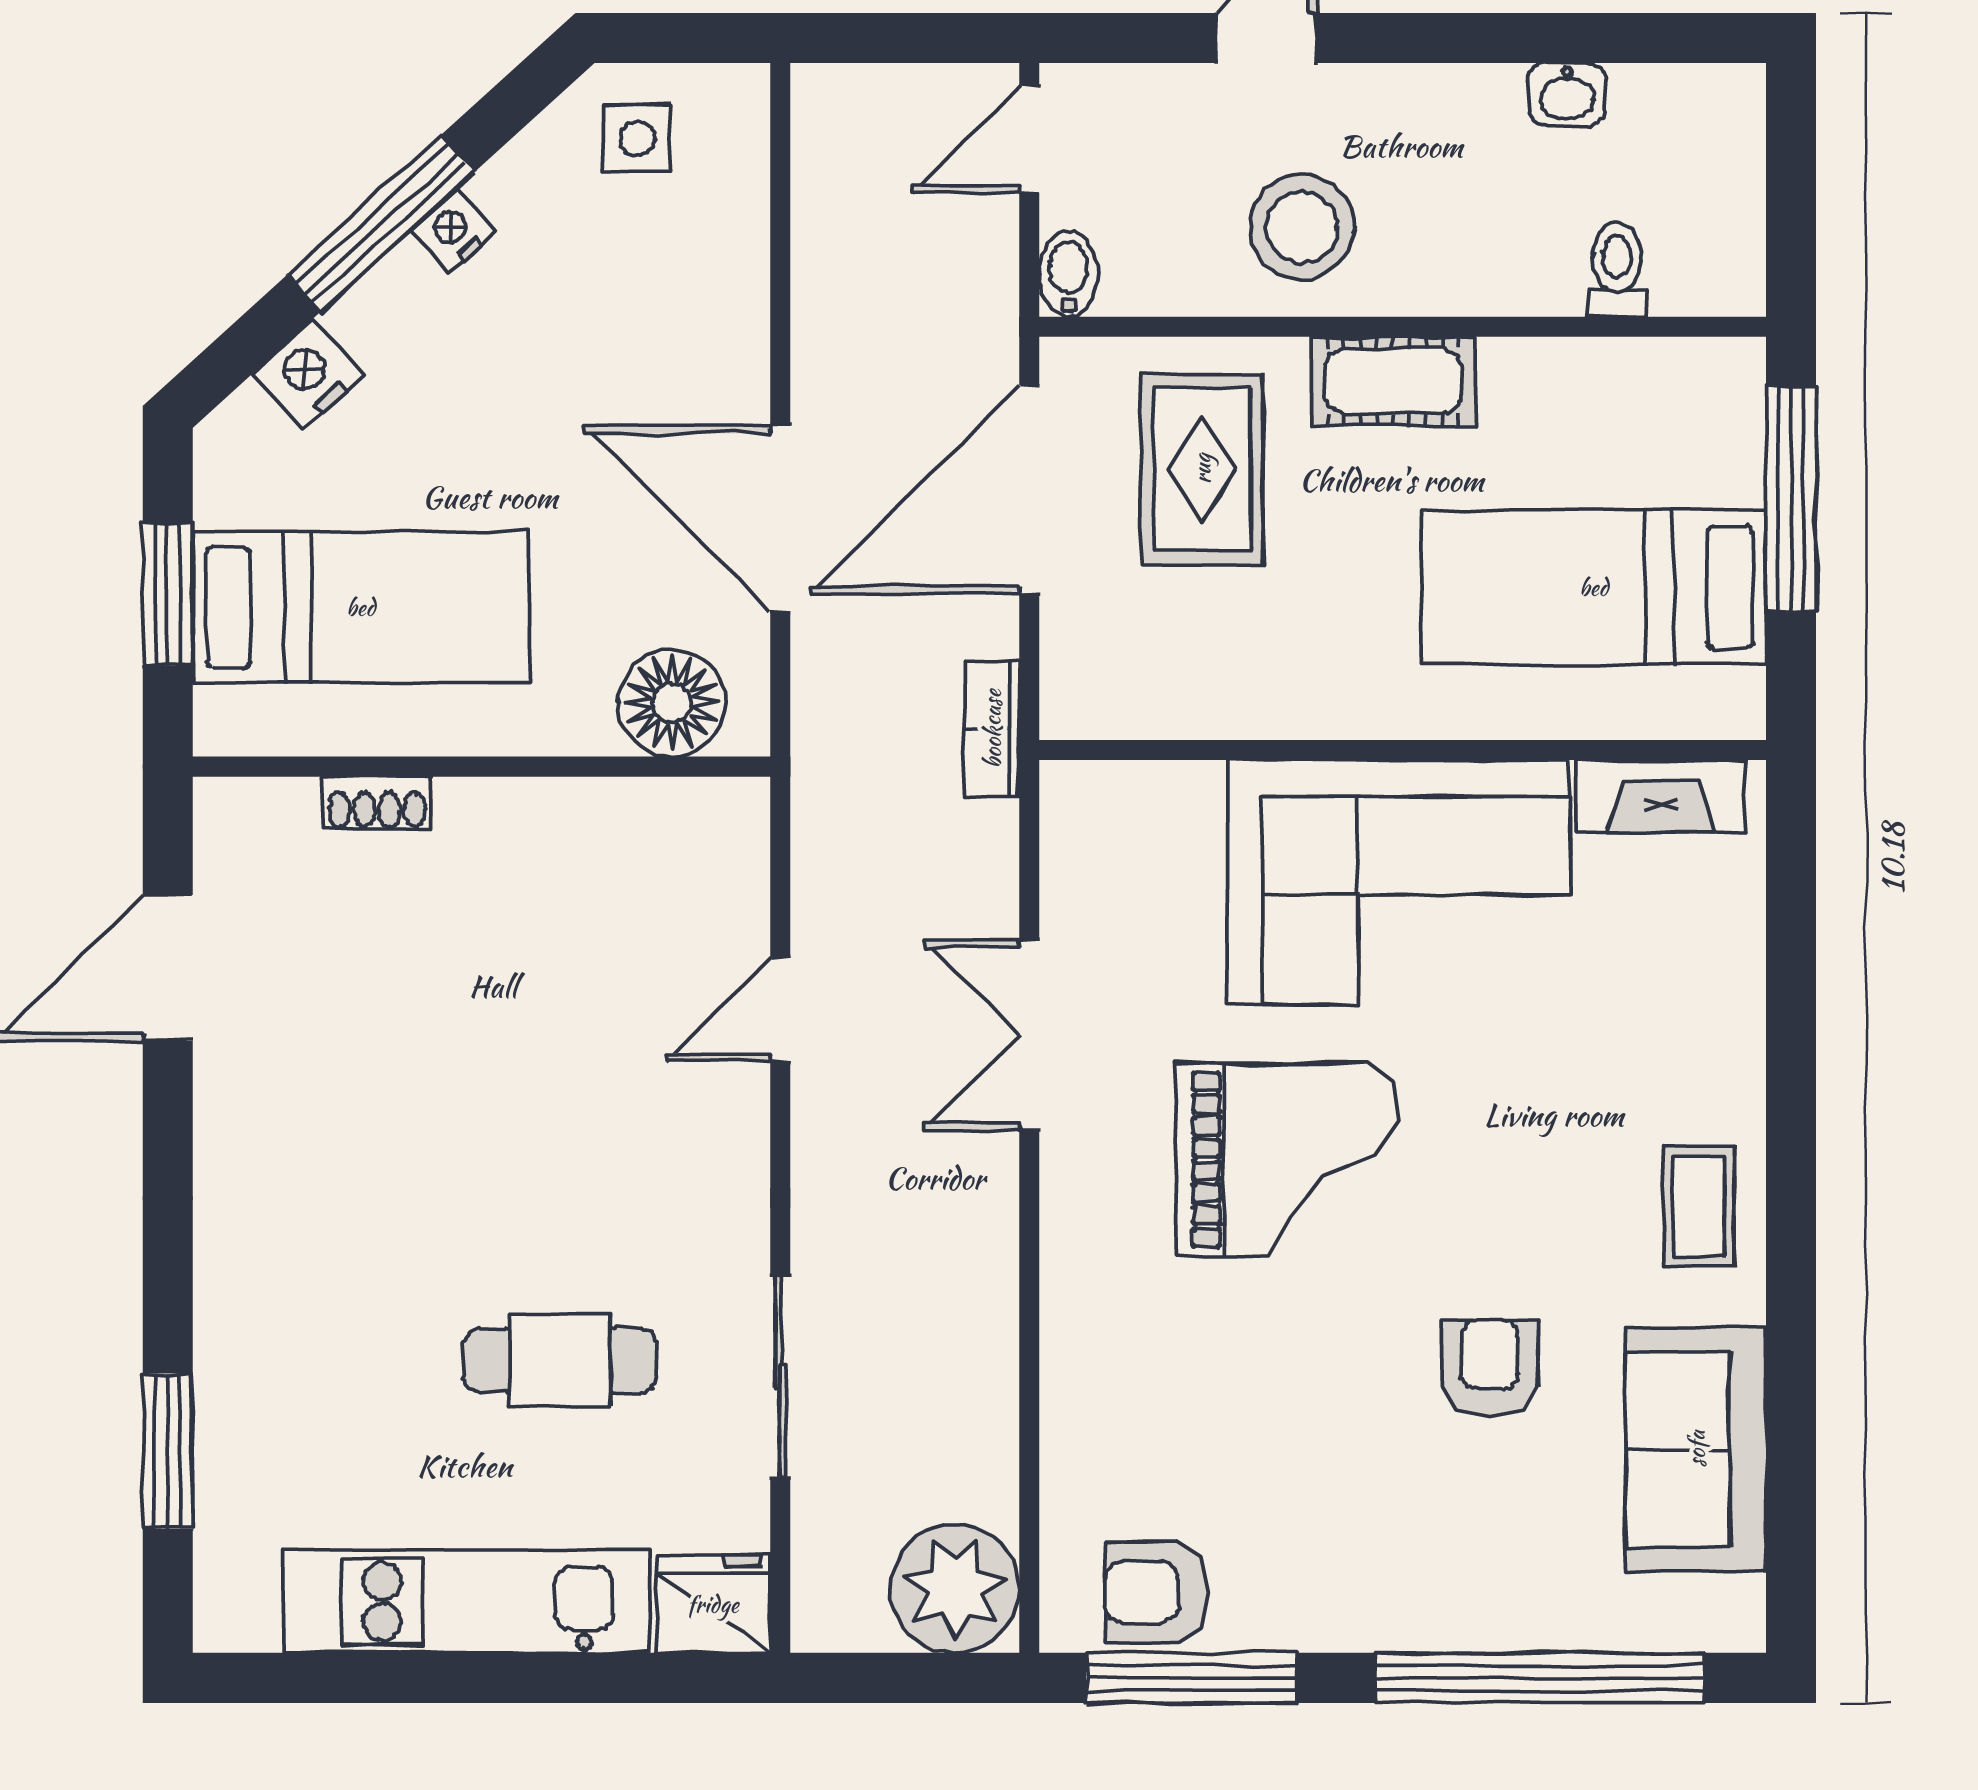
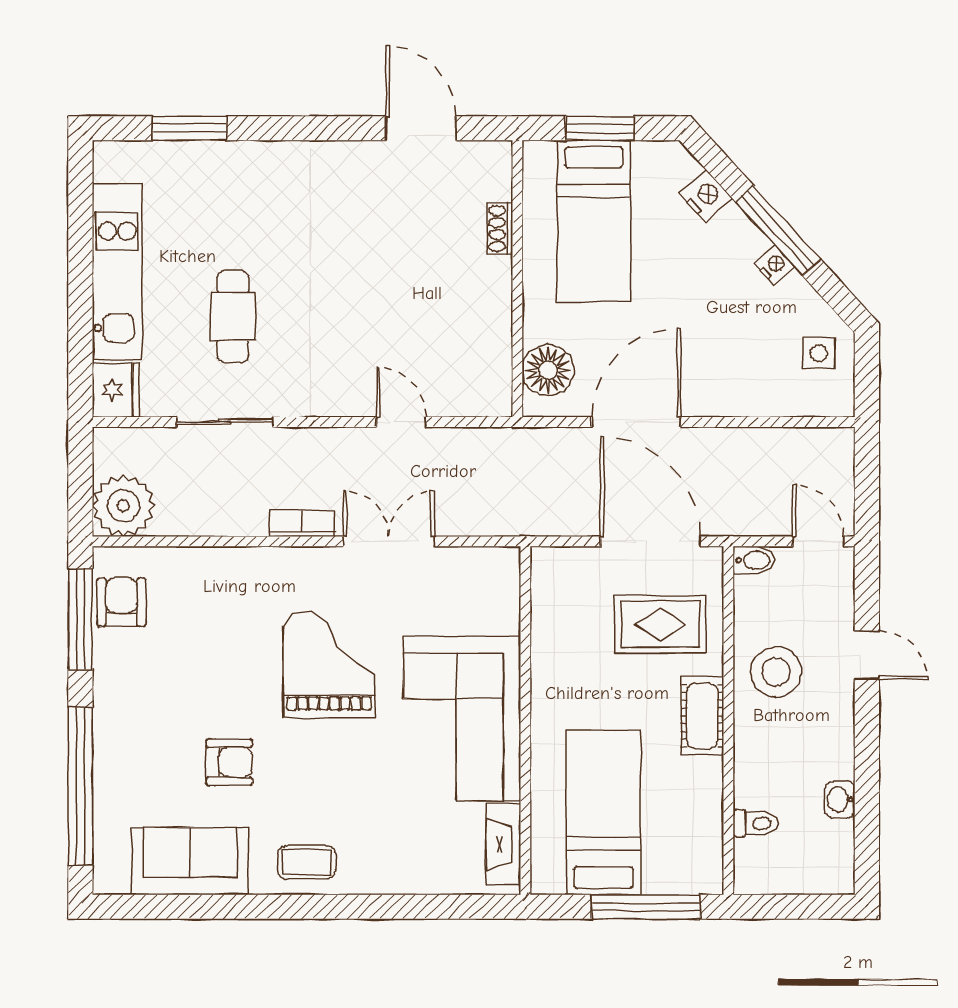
bookcase: (992, 729) -> (302, 523), moved
grand piano: (1287, 1159) -> (329, 665), turned 180

